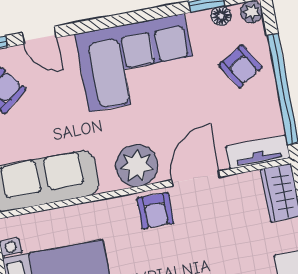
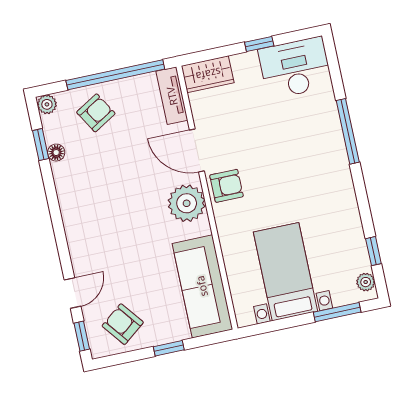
floor lamp: (221, 16) -> (56, 153), moved
corner sofa: (137, 63) -> (95, 206), removed

